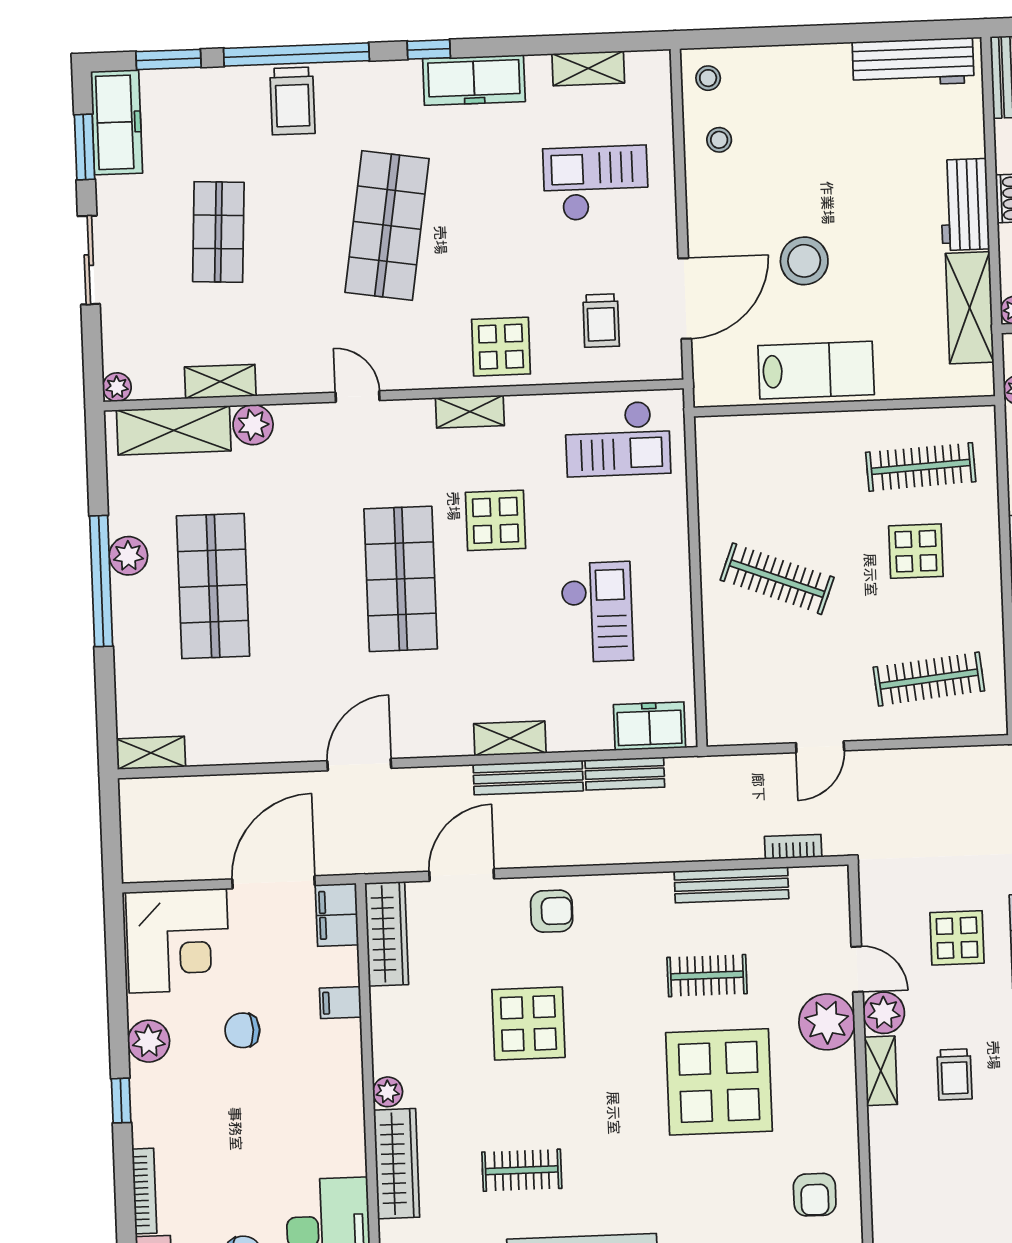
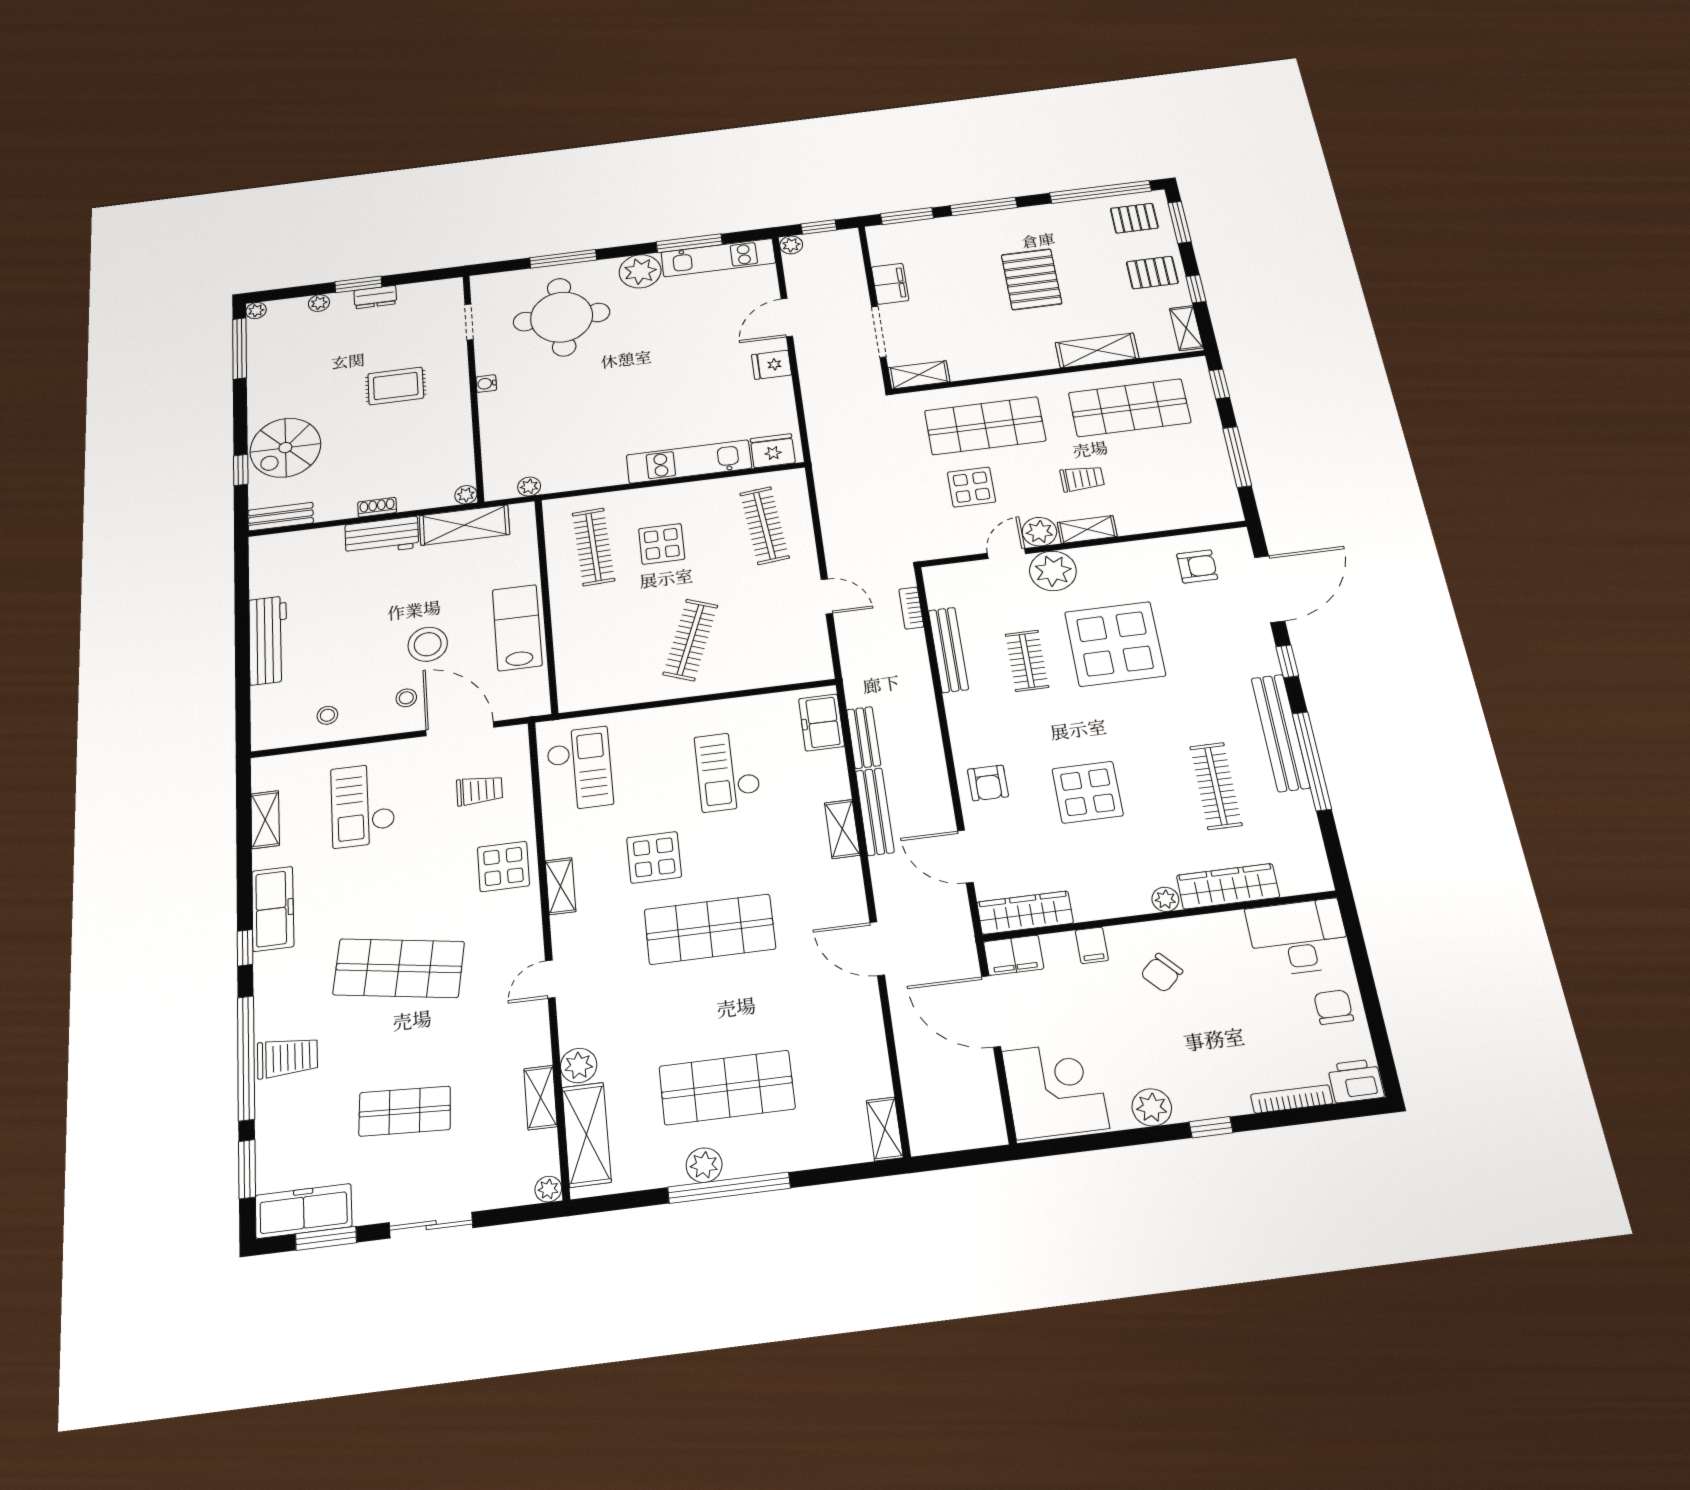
workbench: (913, 62) -> (268, 640), moved
stool: (708, 78) -> (406, 698), moved
checkout: (597, 612) -> (728, 771), turned -90
armchair: (552, 911) -> (988, 783), turned 180
chair: (242, 1030) -> (1162, 973), moved, turned 47
clothes rail: (522, 1170) -> (1216, 786), width x1.36

